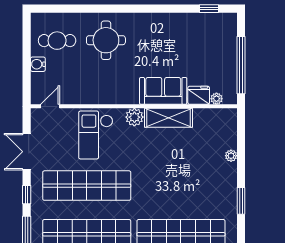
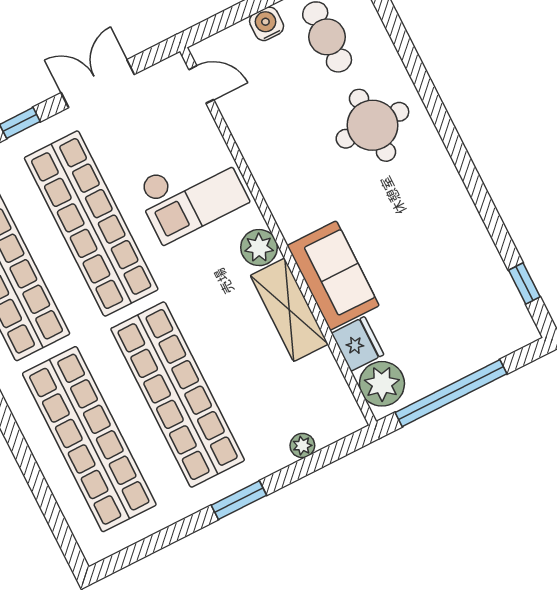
plant: (216, 99) -> (382, 384), width x1.88, depth x1.88
checkout: (96, 135) -> (191, 194), turned 180
plant: (231, 156) -> (302, 446), moved
shop shelf: (181, 186) -> (178, 395), added
window: (241, 201) -> (239, 500), moved

